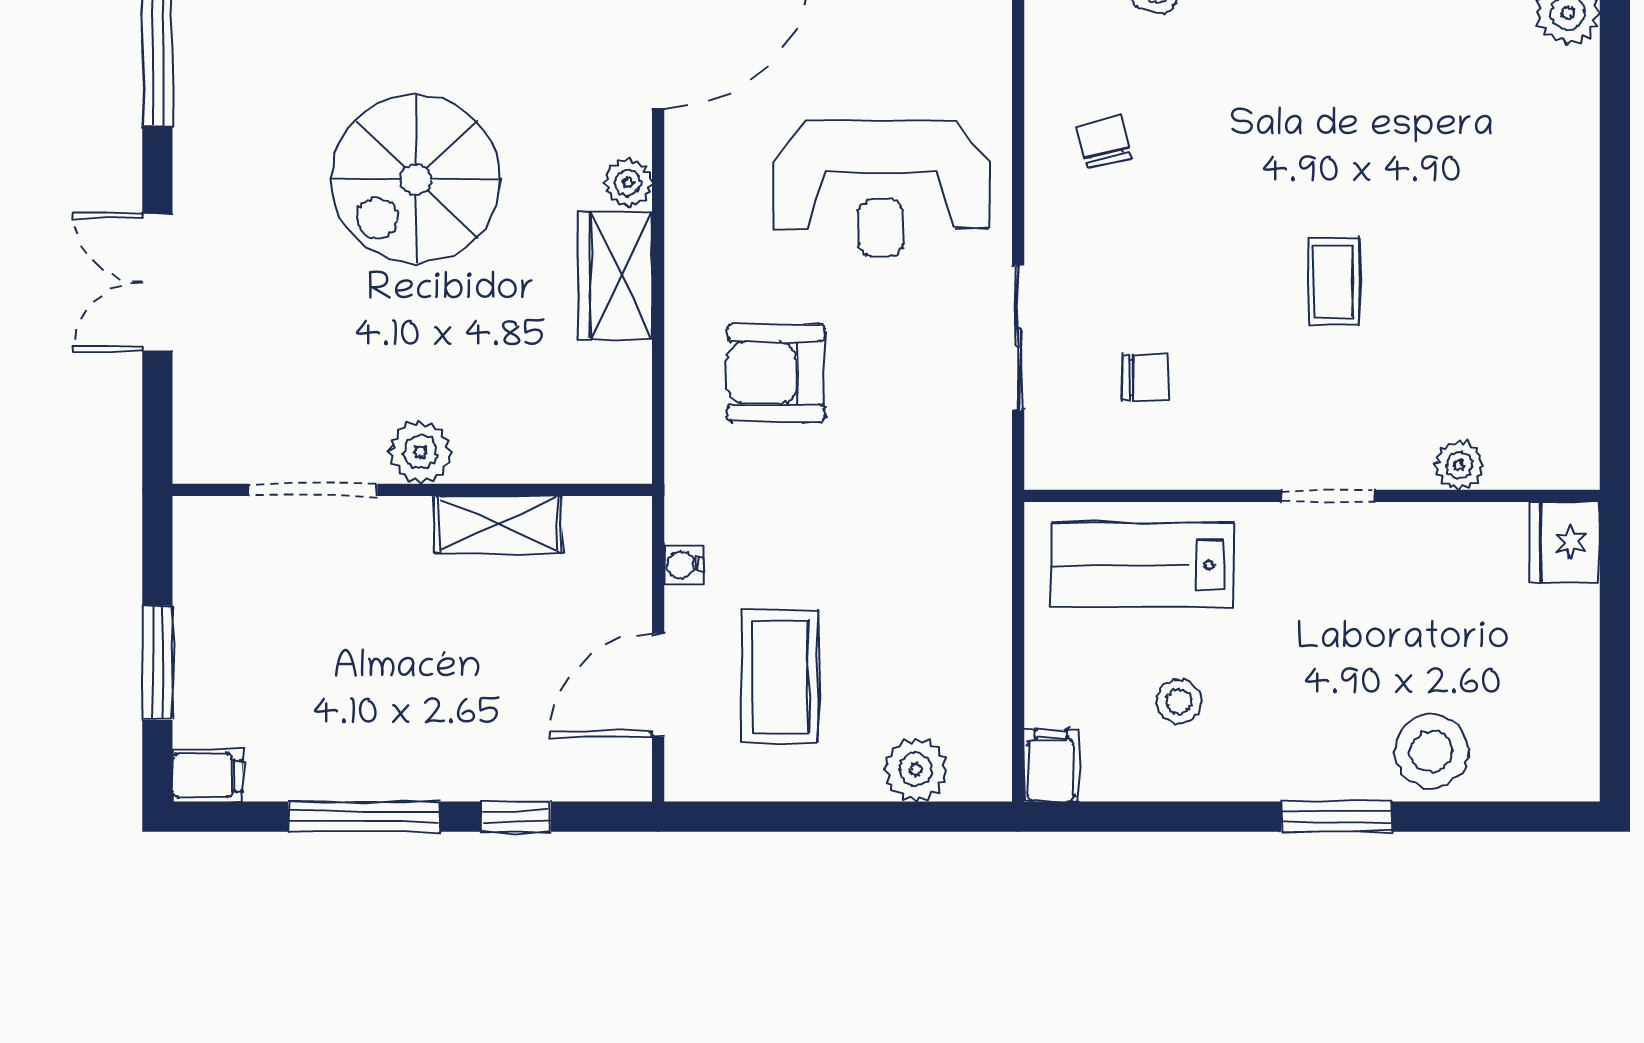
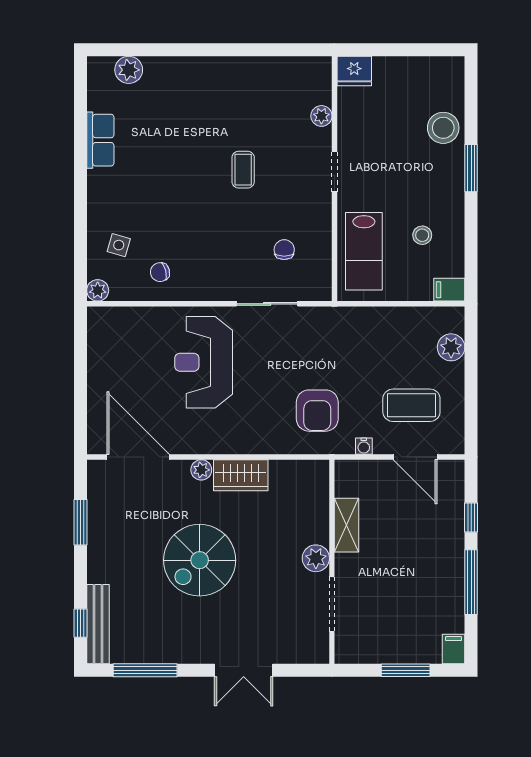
chair: (1104, 142) -> (160, 272), moved
spiral stairs: (416, 179) -> (200, 560), turned 90
reception desk: (881, 188) -> (204, 362), turned 180
coffee table: (1333, 281) -> (243, 170), turned 90
armchair: (776, 373) -> (317, 411), moved

